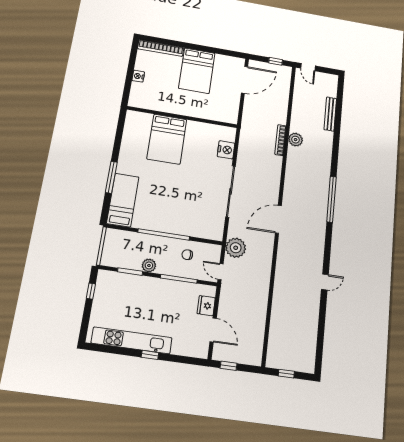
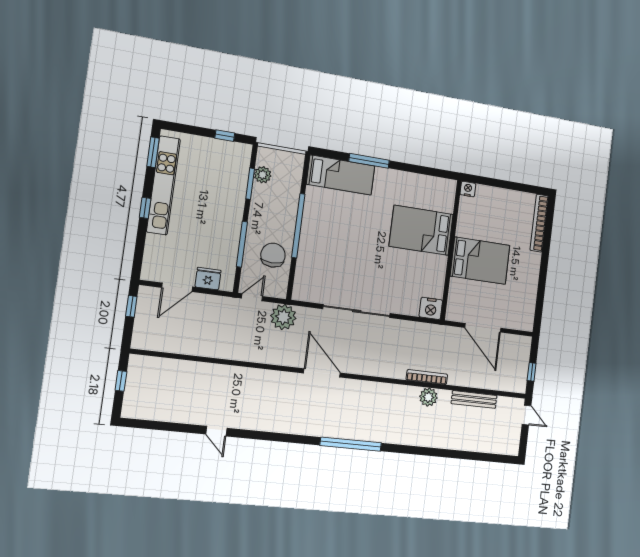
door: (308, 67) -> (527, 415), swing flipped
bed: (197, 71) -> (480, 261), moved, turned 180
nightstand: (138, 76) -> (468, 189), moved
door: (245, 80) -> (483, 328), moved
bench: (330, 114) -> (474, 399), moved
nightstand: (226, 150) -> (431, 308), moved
chair: (187, 255) -> (273, 255), width x1.87, depth x1.87
plant: (149, 265) -> (263, 175), moved
door: (325, 282) -> (216, 431), moved
window: (105, 349) -> (153, 152), added

